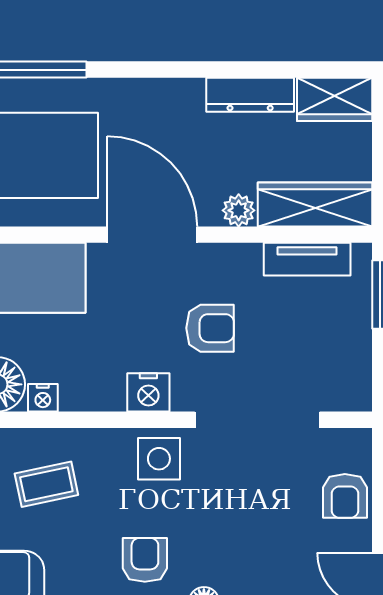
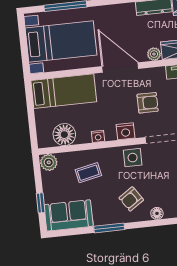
nightstand: (43, 398) -> (98, 136), moved
armchair: (145, 560) -> (131, 199), turned -124

